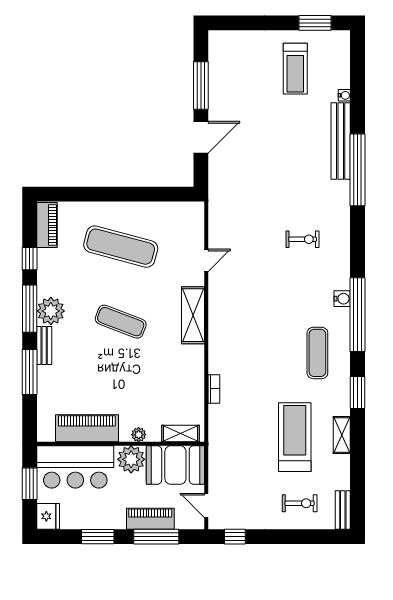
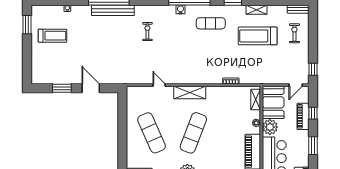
window: (201, 85) -> (62, 88), width x0.69
bench: (341, 141) -> (113, 10), moved
exercise mat: (121, 247) -> (152, 133), turned -39
exercise mat: (121, 322) -> (193, 133), width x1.36, depth x1.45
window: (156, 537) -> (313, 113), width x0.46

